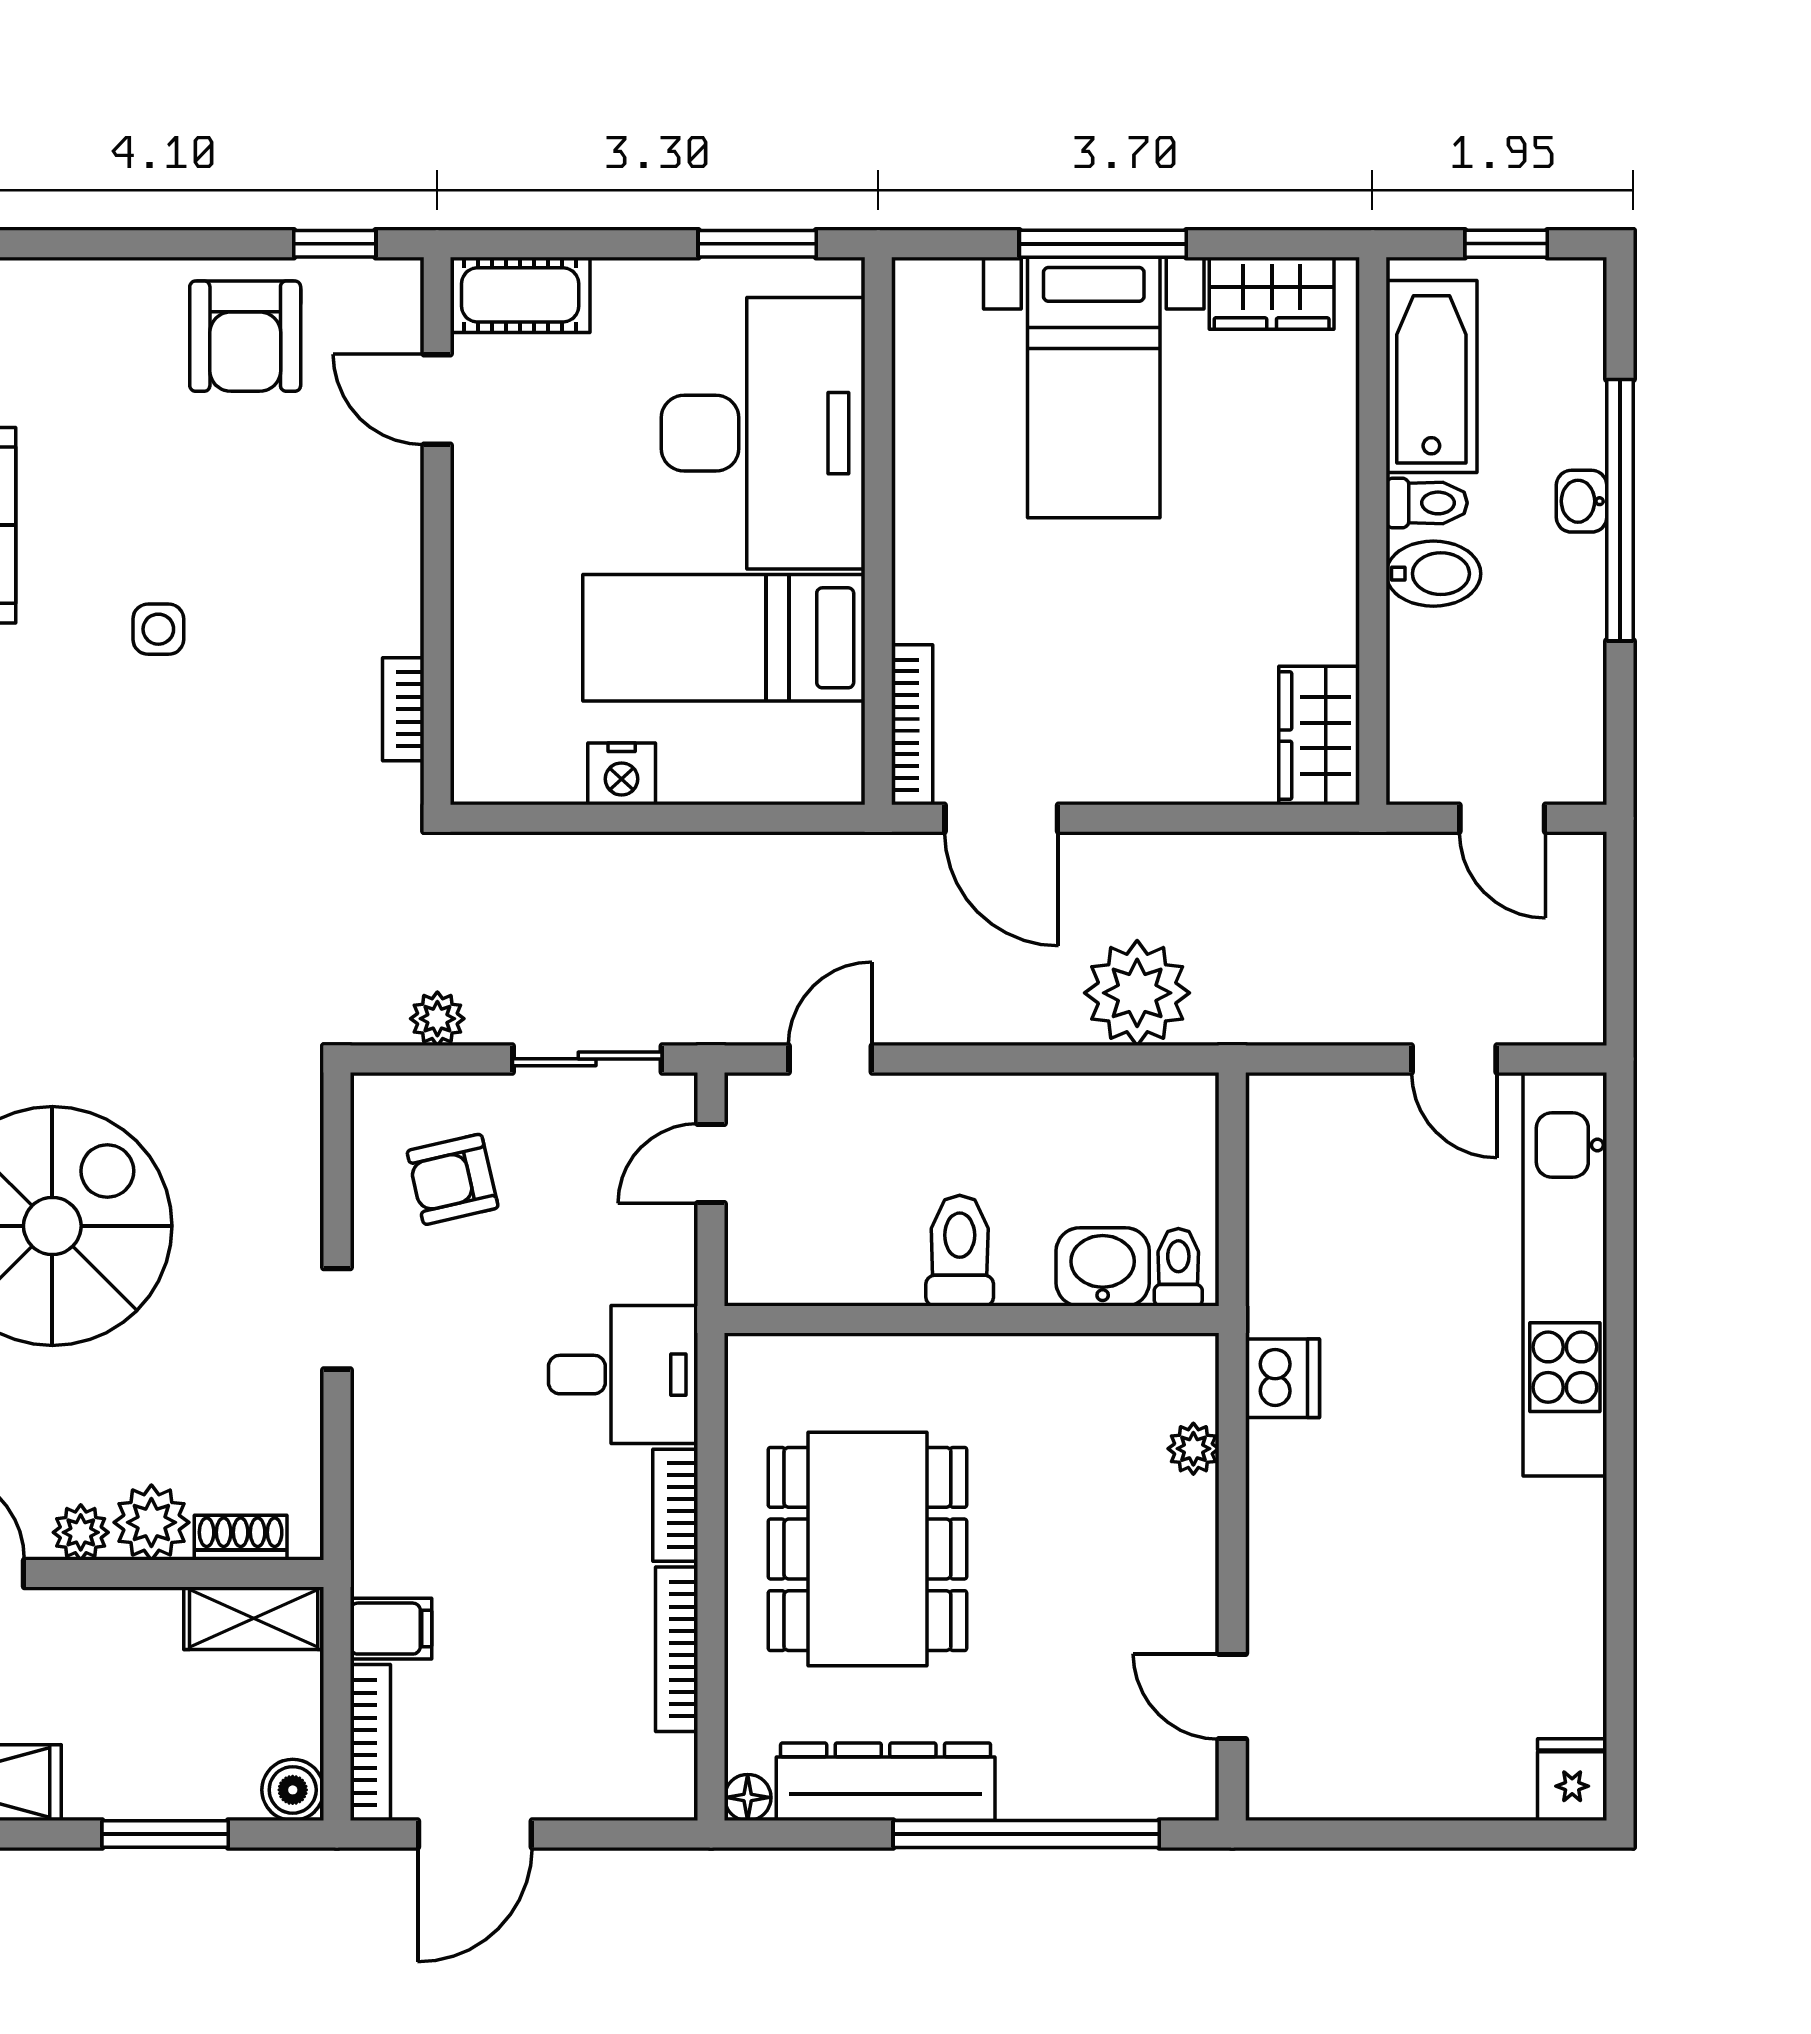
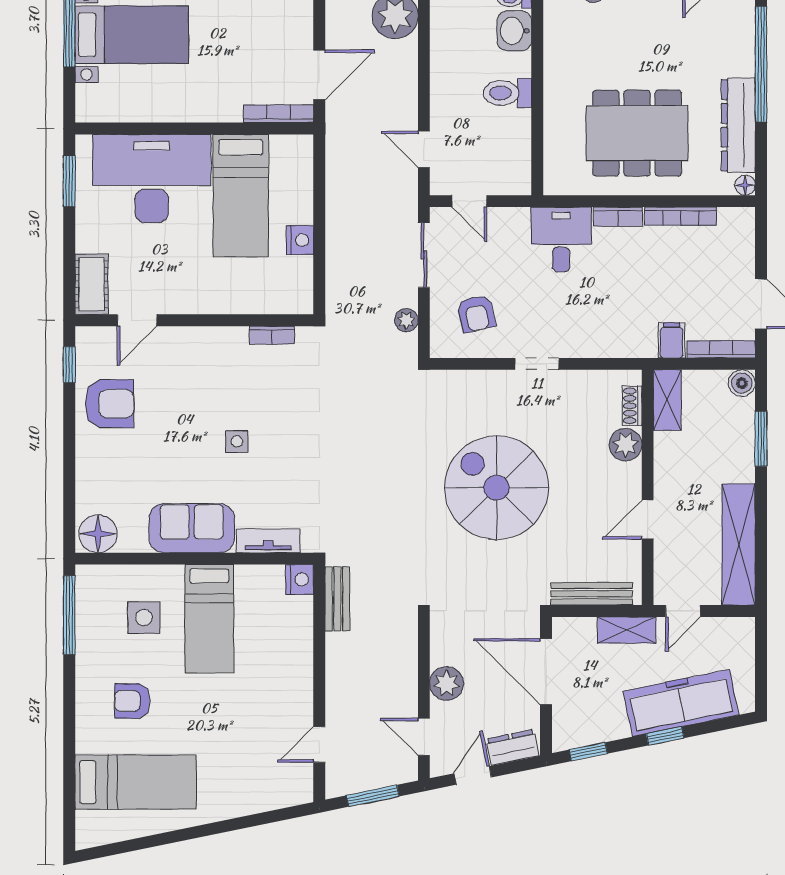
plant: (81, 1532) -> (630, 475), removed

